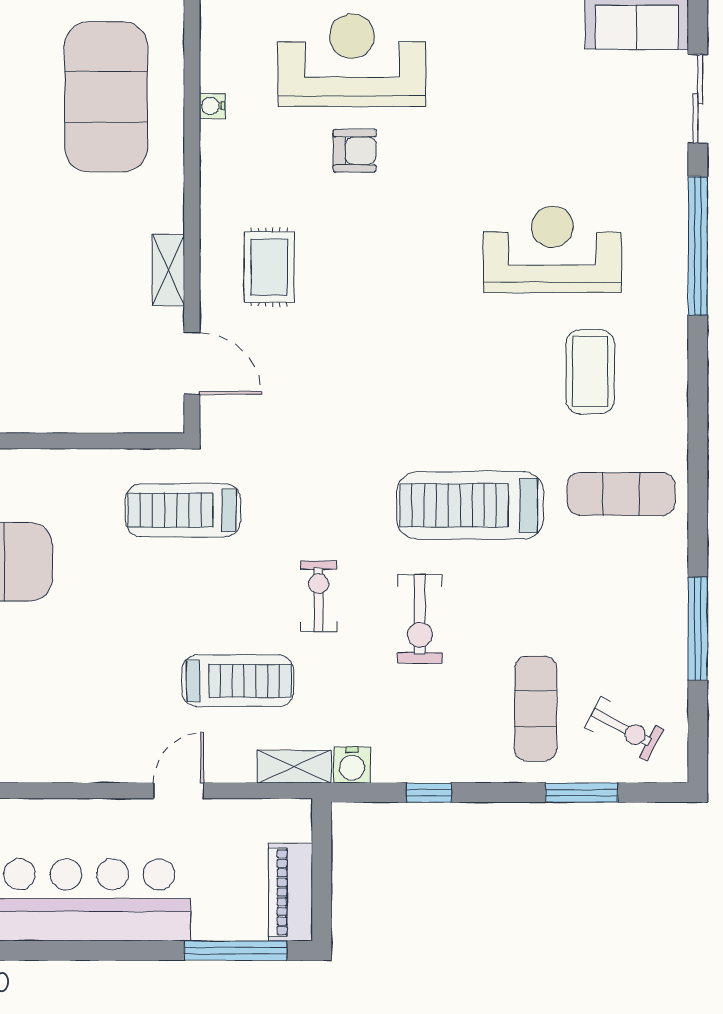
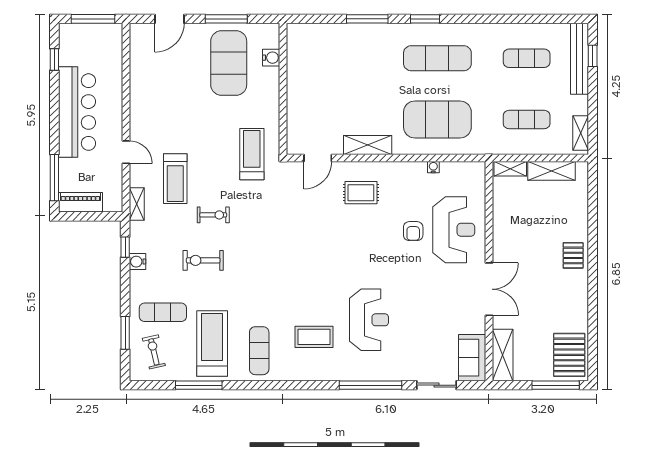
shelving: (168, 270) -> (368, 145), width x1.50, depth x1.33
treadmill: (470, 505) -> (212, 344), moved
exercise bike: (624, 729) -> (154, 352), turned 139
water cooler: (352, 765) -> (138, 262), moved
window: (429, 793) -> (125, 247), moved

